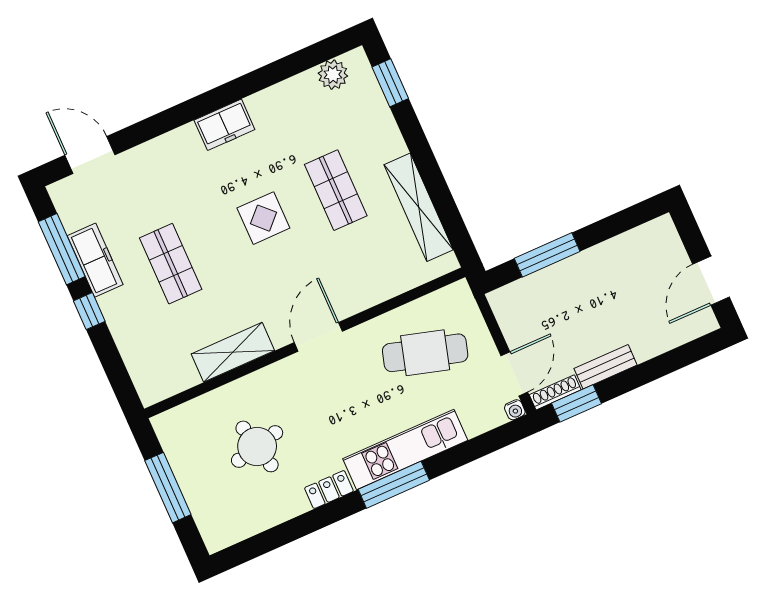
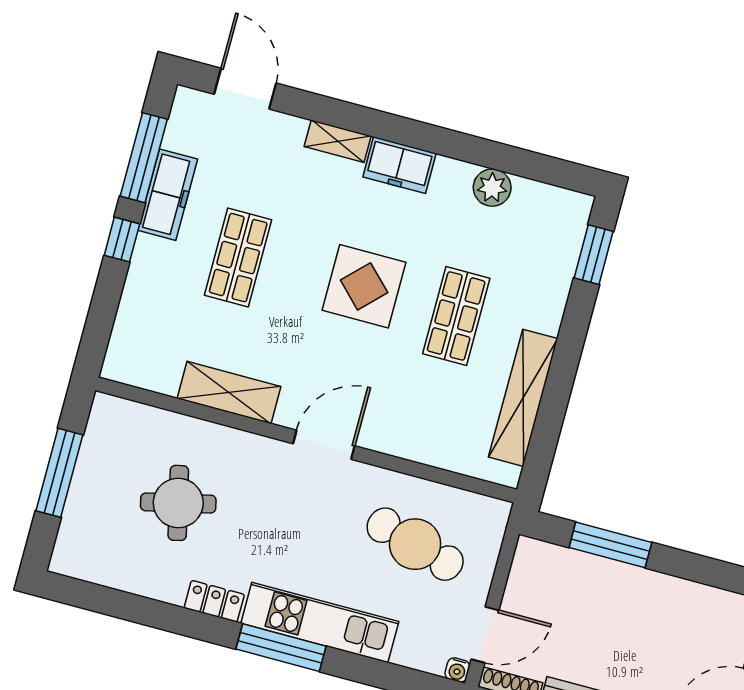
plant: (333, 75) -> (492, 188), moved
shelving: (174, 141) -> (338, 141), added
display table: (263, 218) -> (364, 286), width x1.36, depth x1.36

